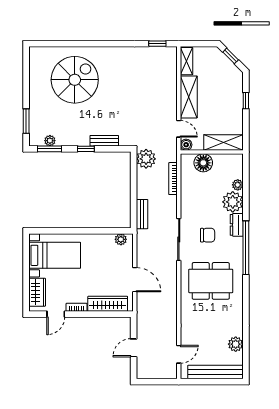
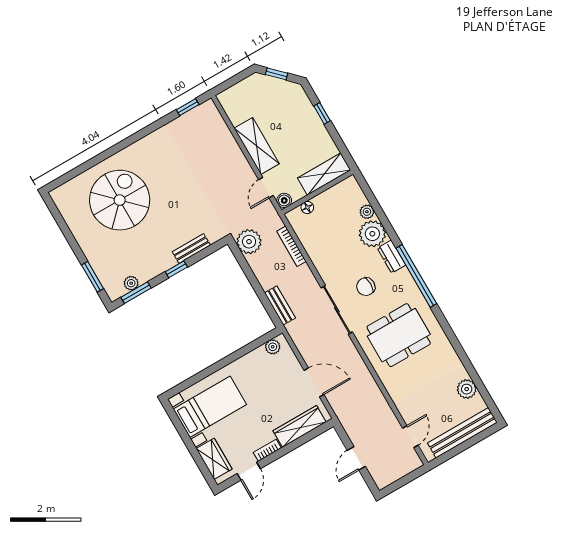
shelving: (187, 61) -> (231, 108), removed
door: (179, 129) -> (266, 188), swing flipped
floor lamp: (203, 163) -> (307, 207), width x0.53, depth x0.53
chair: (208, 235) -> (366, 287), turned 180

